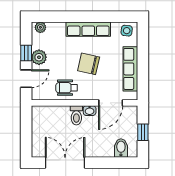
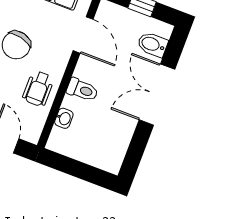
washbasin: (90, 111) -> (64, 118), moved
double door: (65, 163) -> (157, 95), moved

